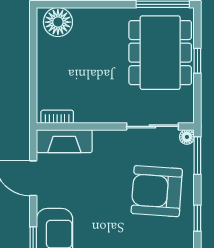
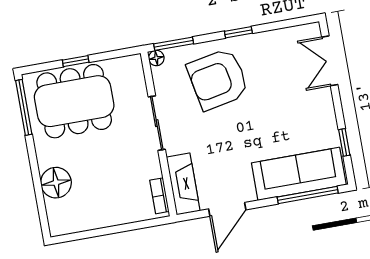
floor lamp: (58, 22) -> (56, 183), moved
sliding door: (152, 126) -> (157, 123), moved
armchair: (157, 191) -> (218, 79), turned 75

